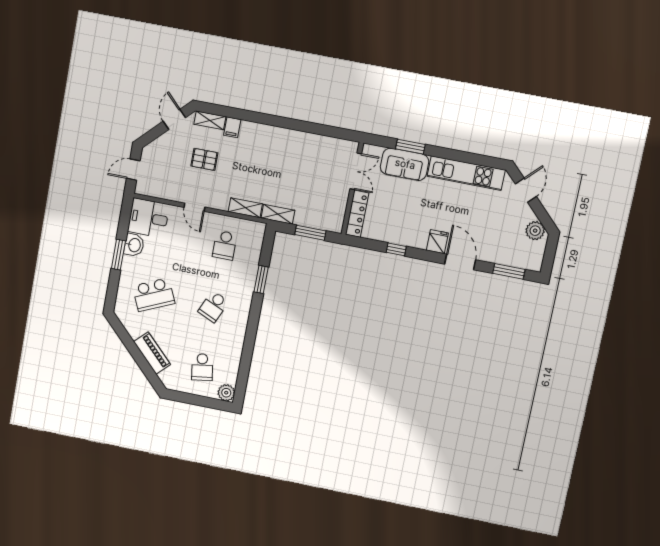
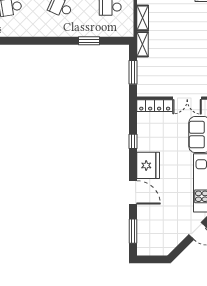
plant: (535, 231) -> (168, 244), removed
fridge: (437, 242) -> (148, 165), width x1.88, depth x1.34
door: (460, 262) -> (133, 192), hinge flipped

